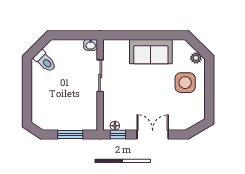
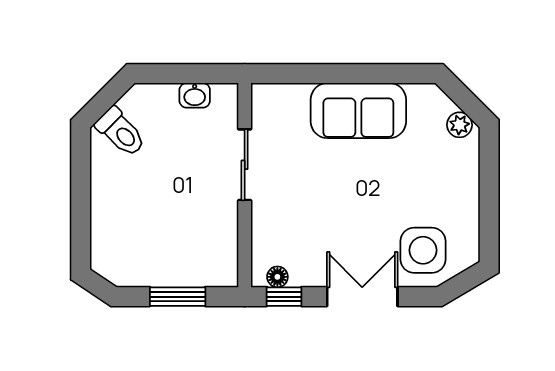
washbasin: (91, 45) -> (195, 95), moved
side table: (185, 83) -> (423, 250), moved

